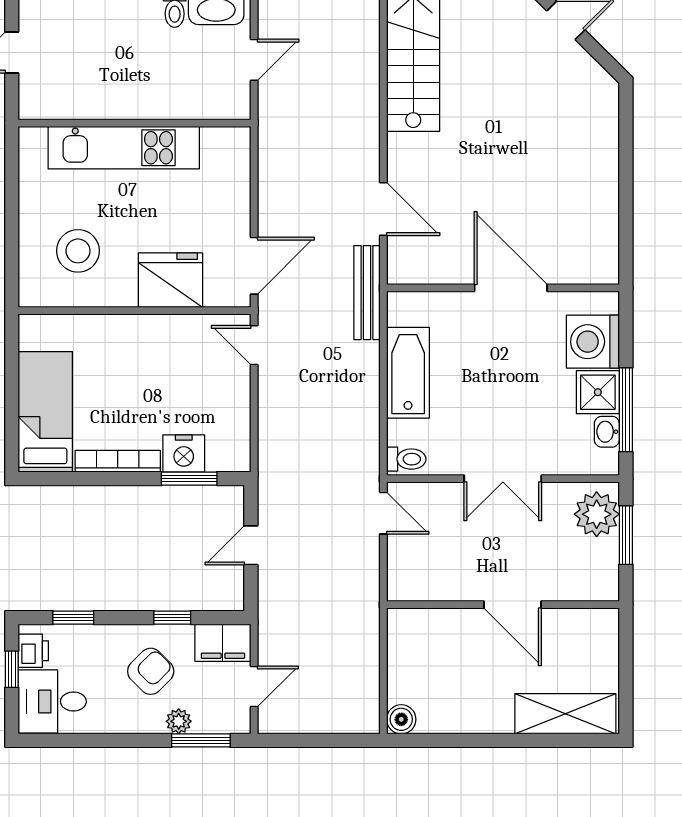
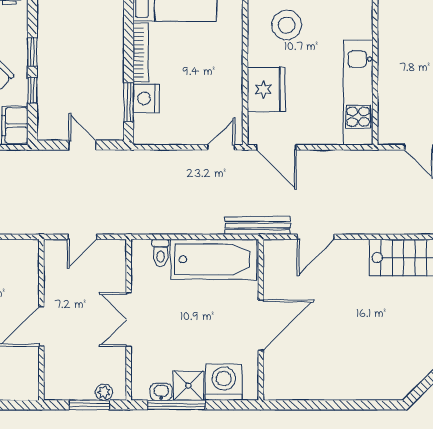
kitchen unit: (124, 148) -> (358, 93), moved
bathtub: (408, 373) -> (214, 259), width x1.36, depth x1.36
toilet: (406, 459) -> (160, 253), moved
door: (383, 513) -> (82, 237), moved
plant: (597, 514) -> (104, 392), width x0.53, depth x0.53
window: (73, 618) -> (32, 52), moved

